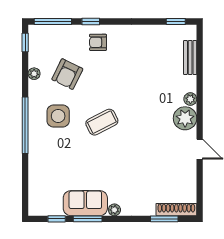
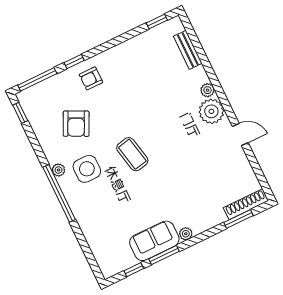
plant: (34, 74) -> (59, 170), moved
coffee table: (102, 122) -> (132, 154), turned -75

